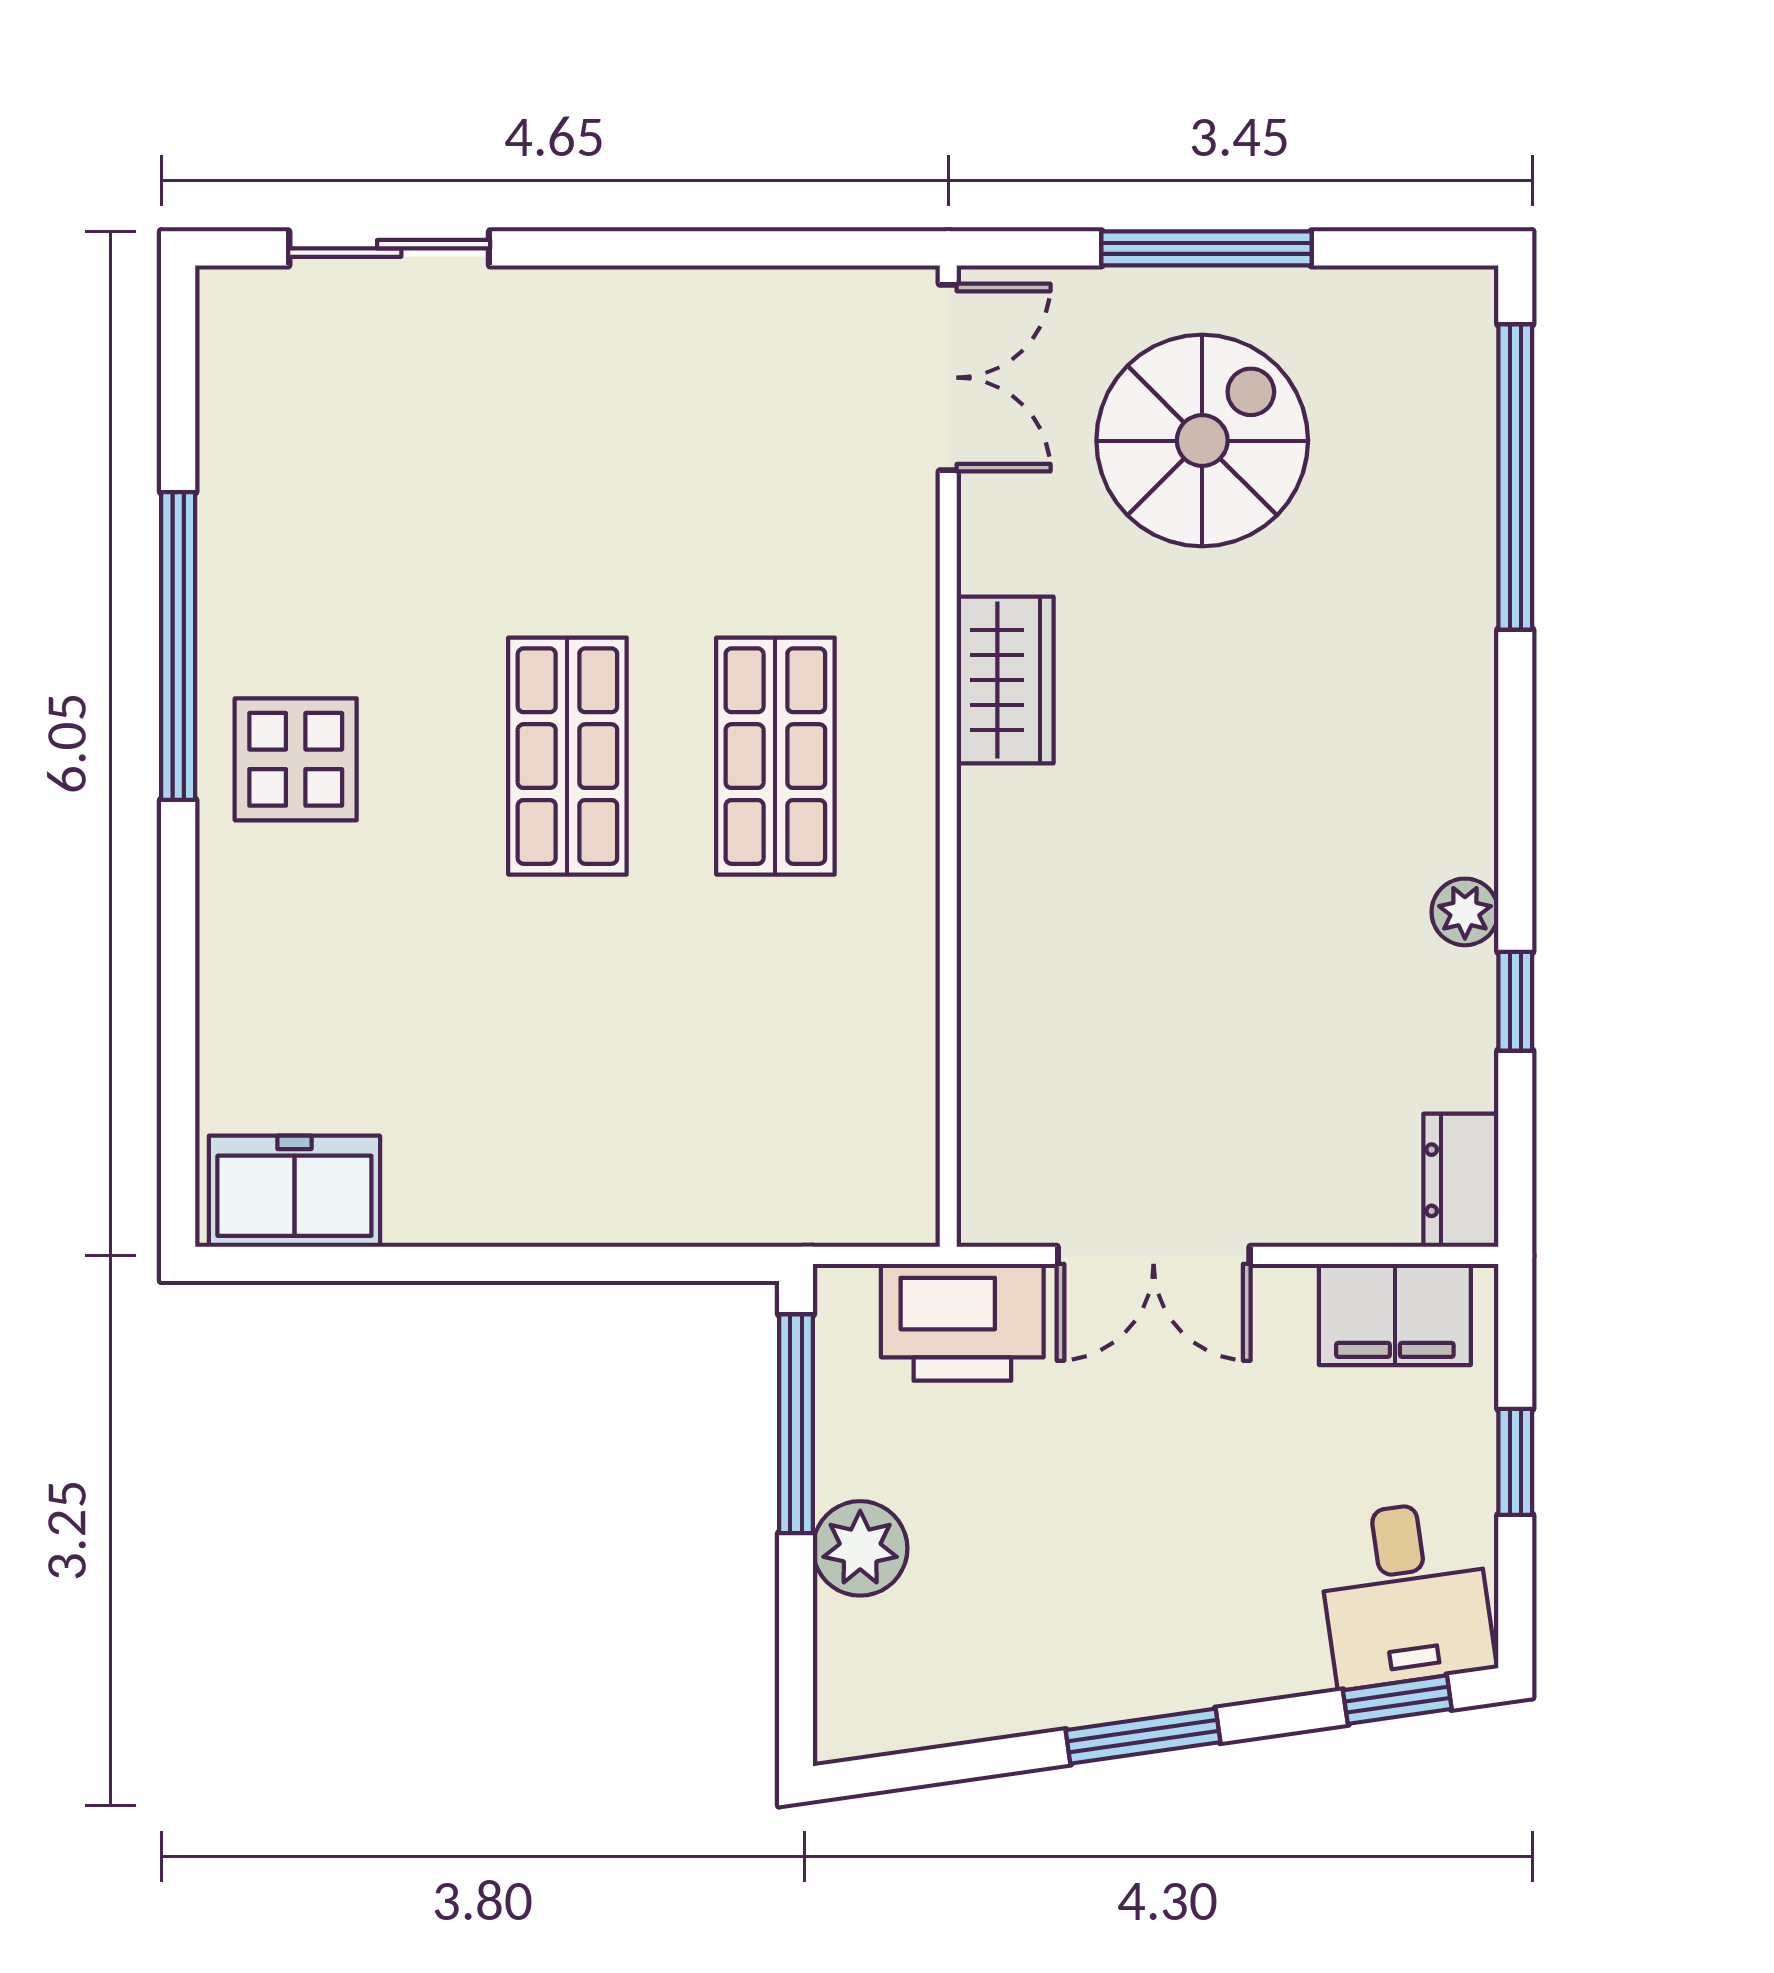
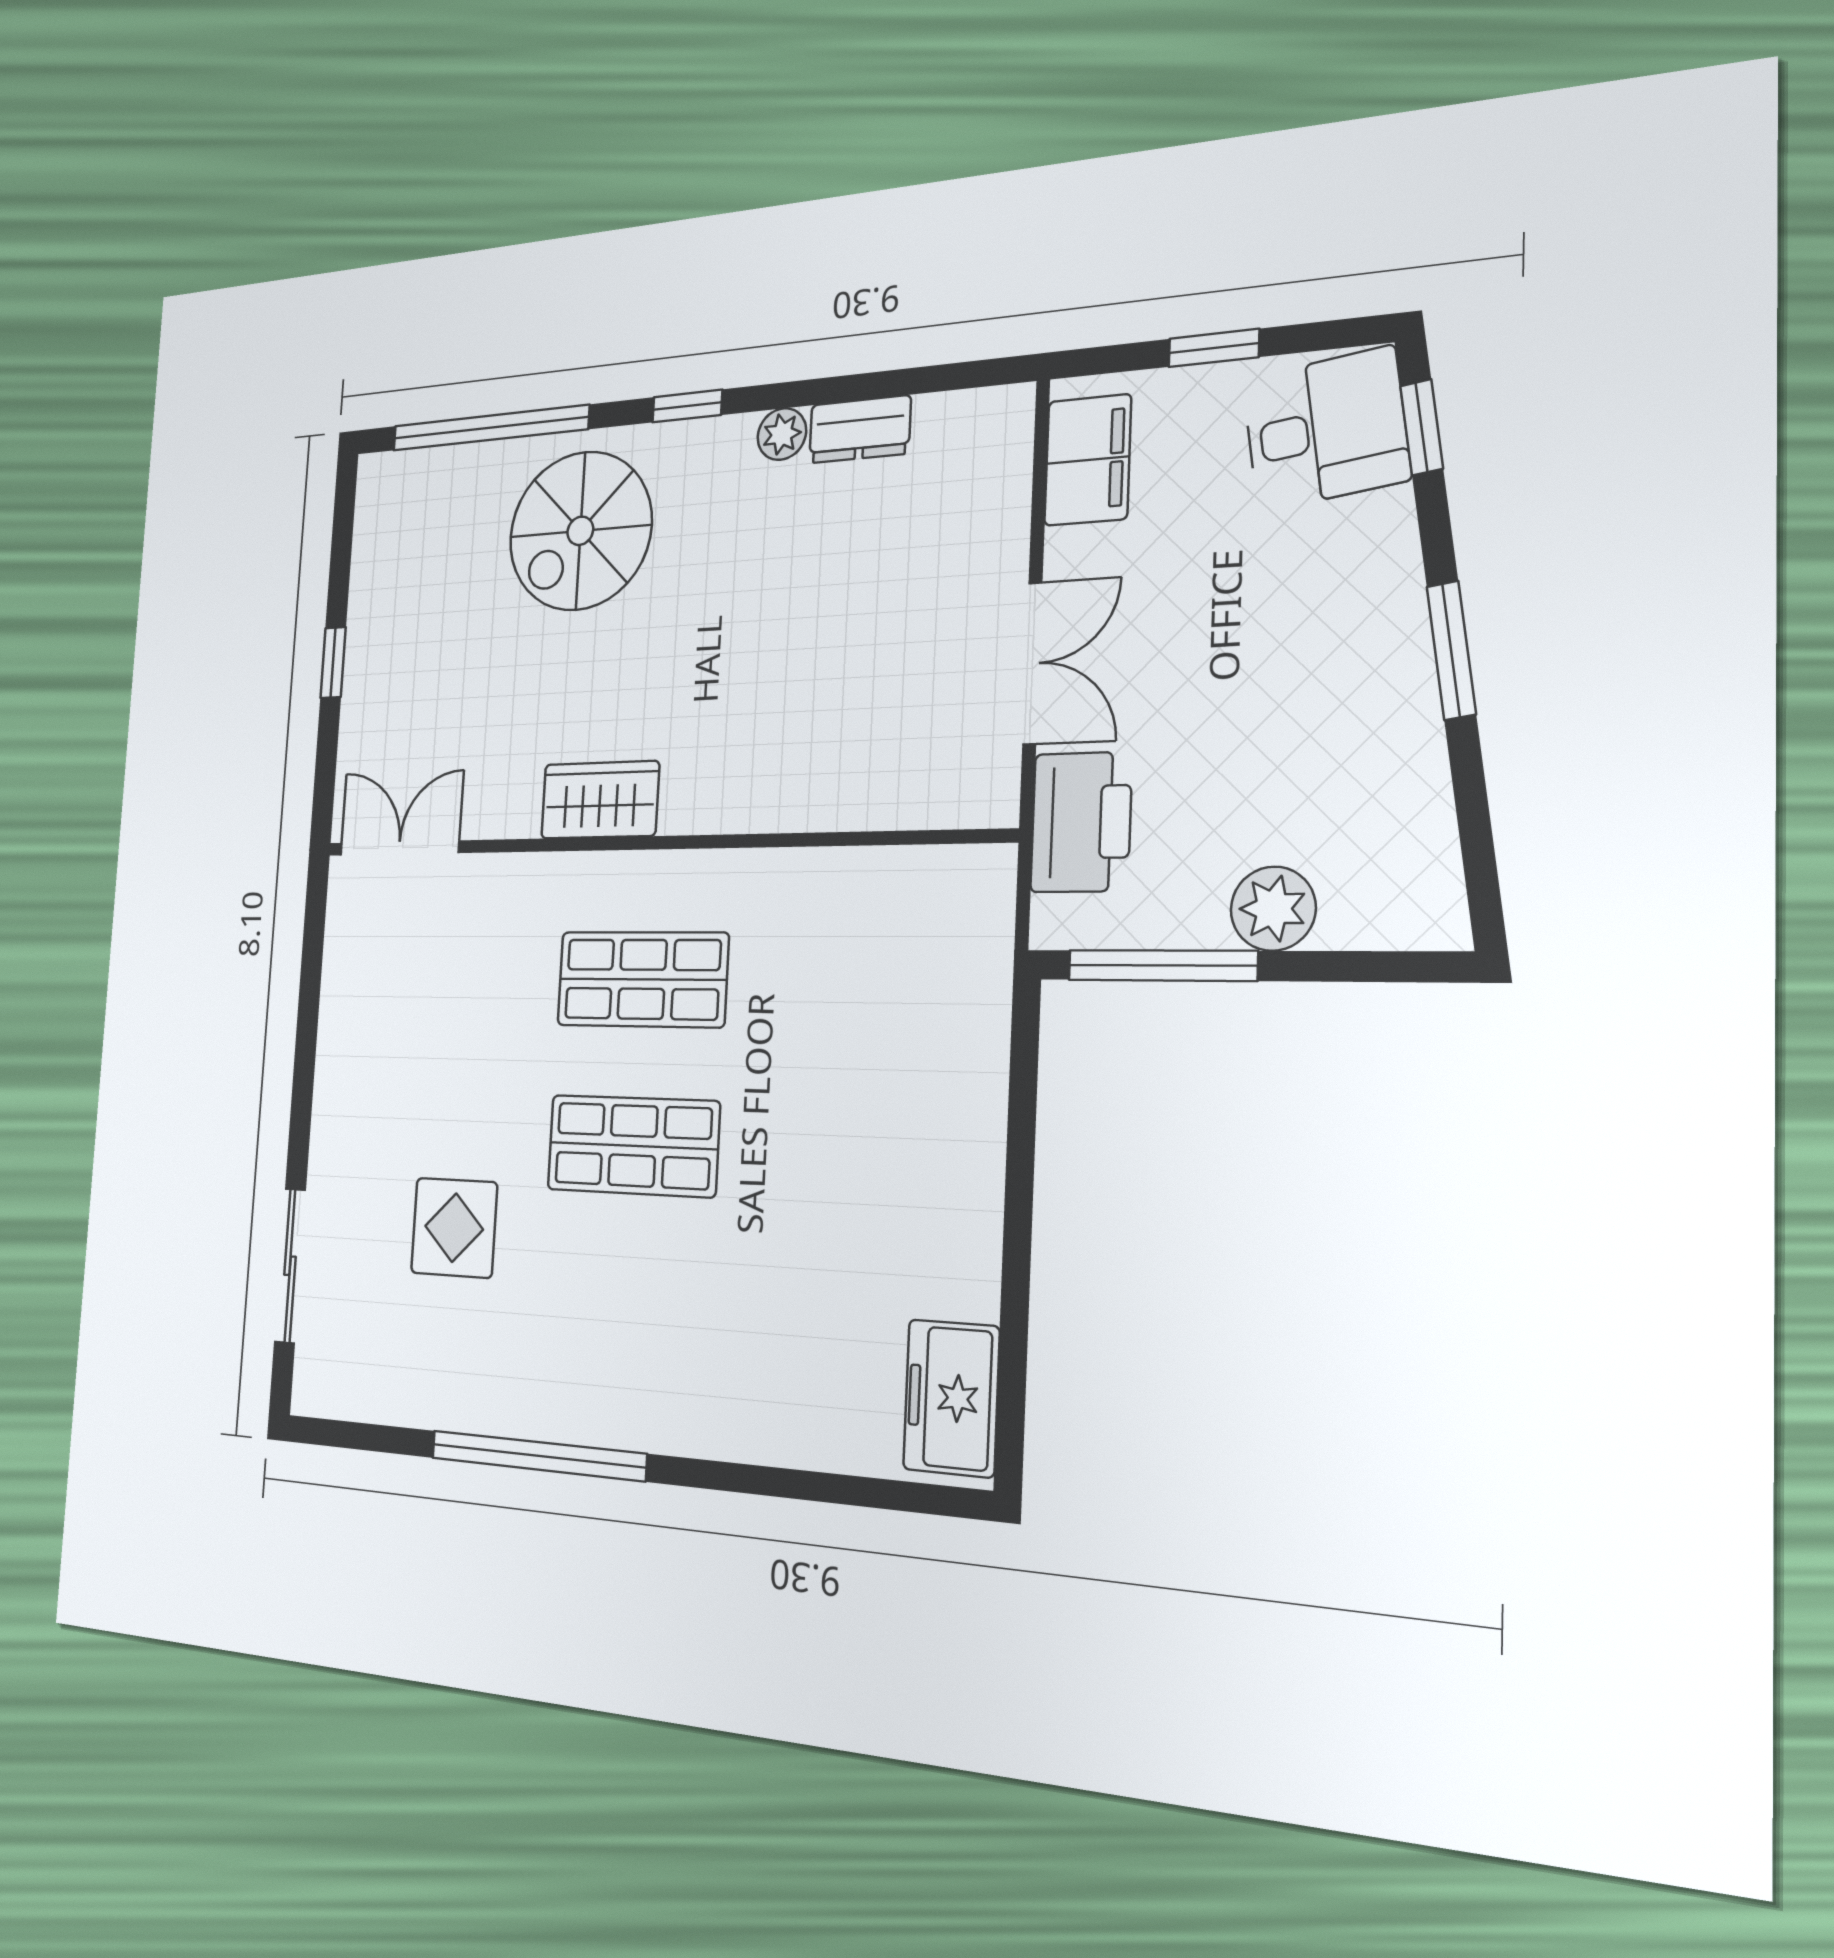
window: (1207, 248) -> (333, 663), width x0.46
spiral stairs: (1202, 441) -> (580, 531), moved, turned -90
display table: (296, 759) -> (454, 1228), moved
window: (1515, 1001) -> (687, 406), moved
dresser: (1461, 1180) -> (860, 429), moved

